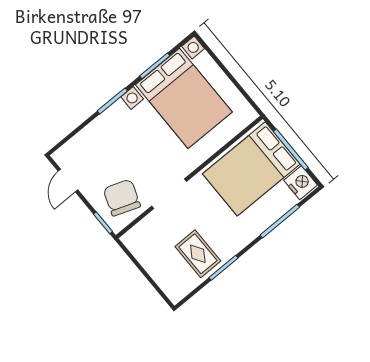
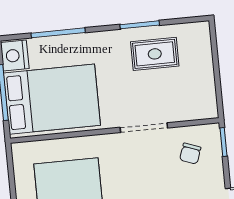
chair: (122, 198) -> (190, 154), width x0.54, depth x0.54
rug: (198, 254) -> (155, 54), turned 90

